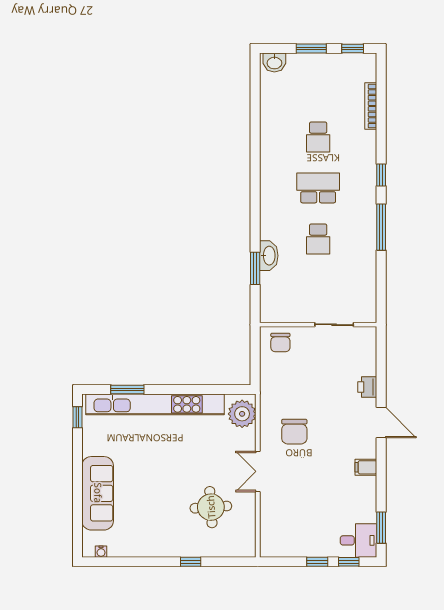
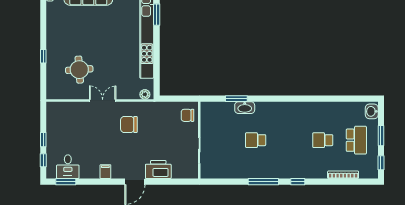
school desk: (318, 188) -> (356, 140), moved
printer: (367, 387) -> (158, 170), width x1.87, depth x1.48
plant: (242, 414) -> (145, 94), width x0.53, depth x0.53
desk: (359, 540) -> (68, 167), moved

